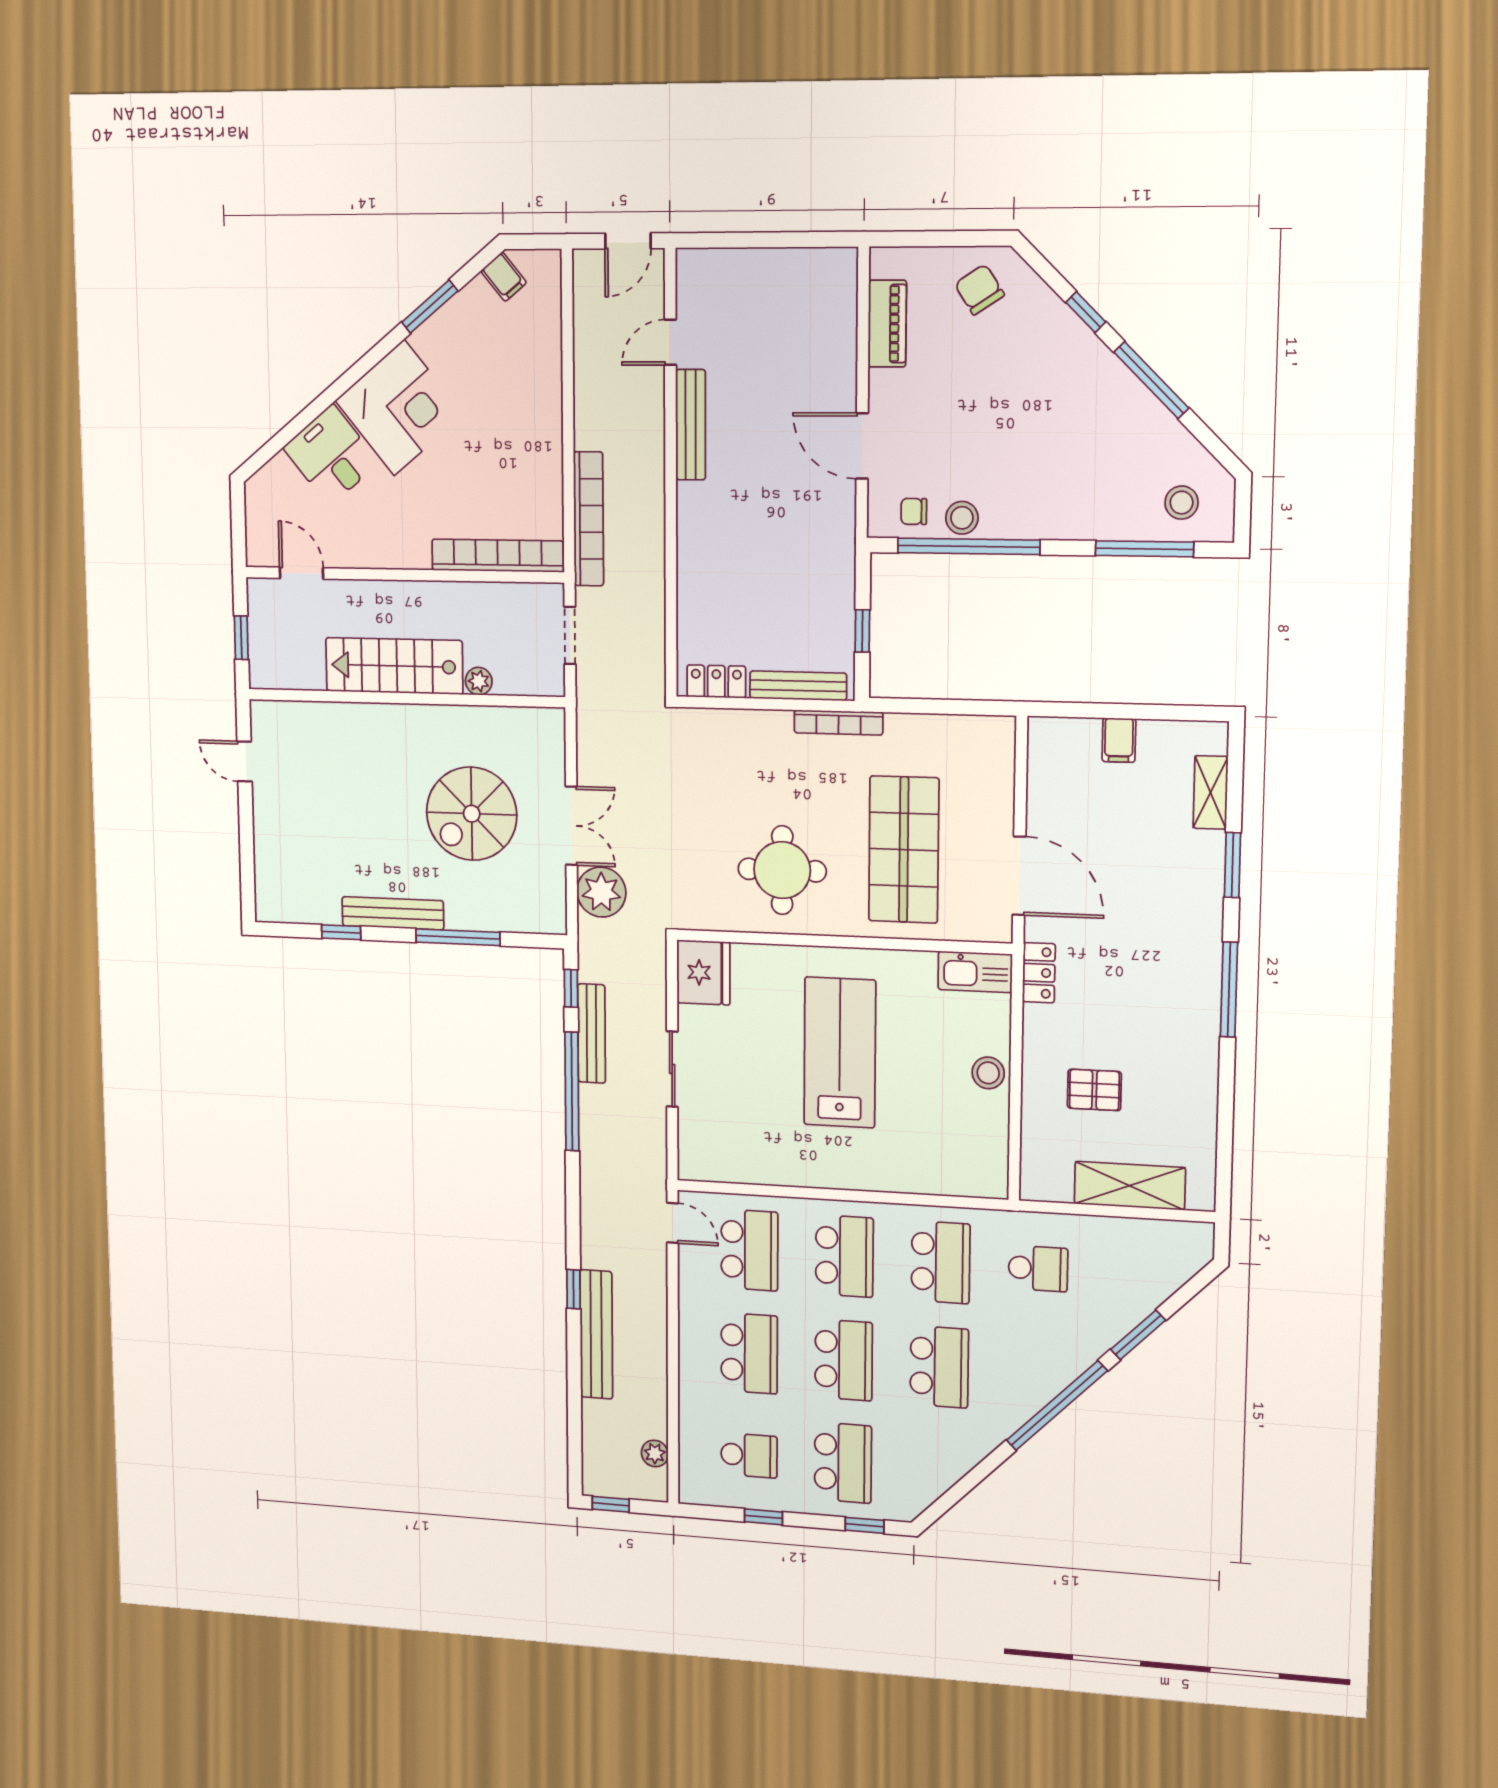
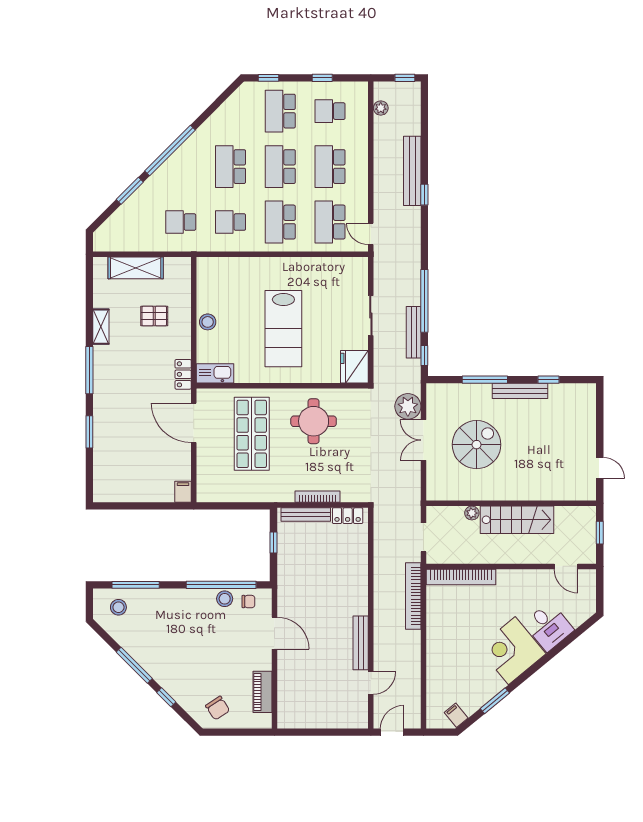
bookcase: (838, 723) -> (317, 497), moved
filing cabinet: (1119, 740) -> (183, 492), moved
shelving: (1211, 792) -> (101, 327), moved
school desk: (941, 1262) -> (231, 222), width x0.54

